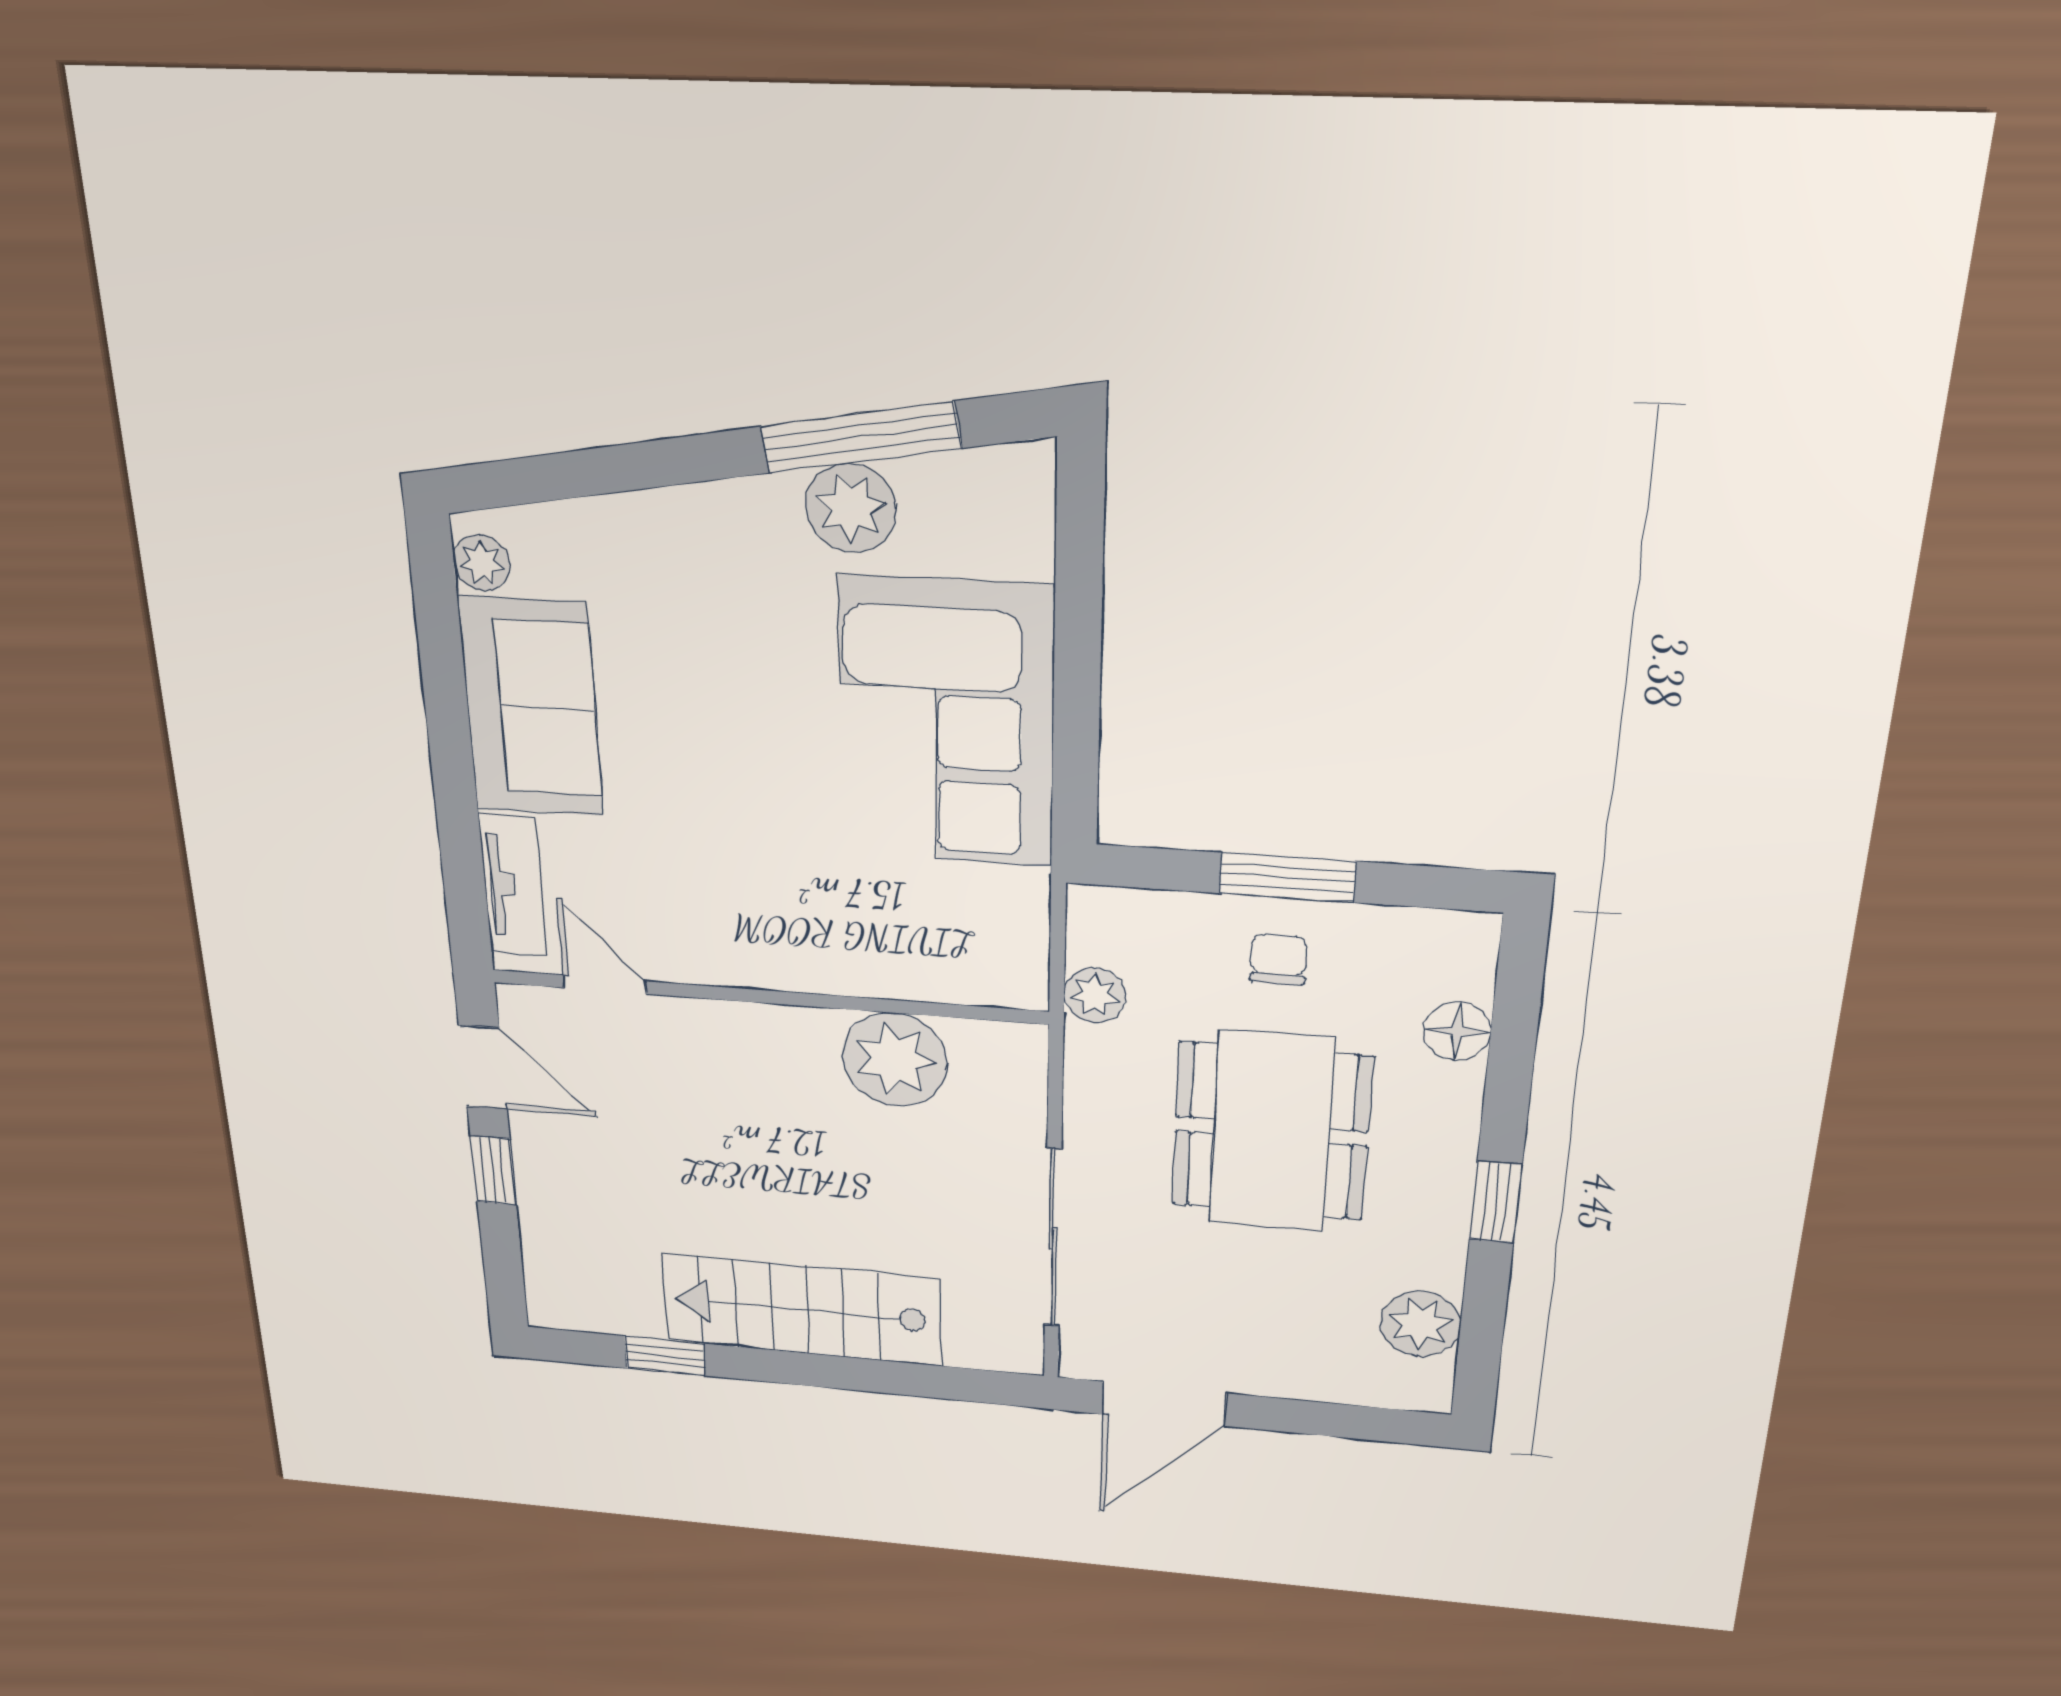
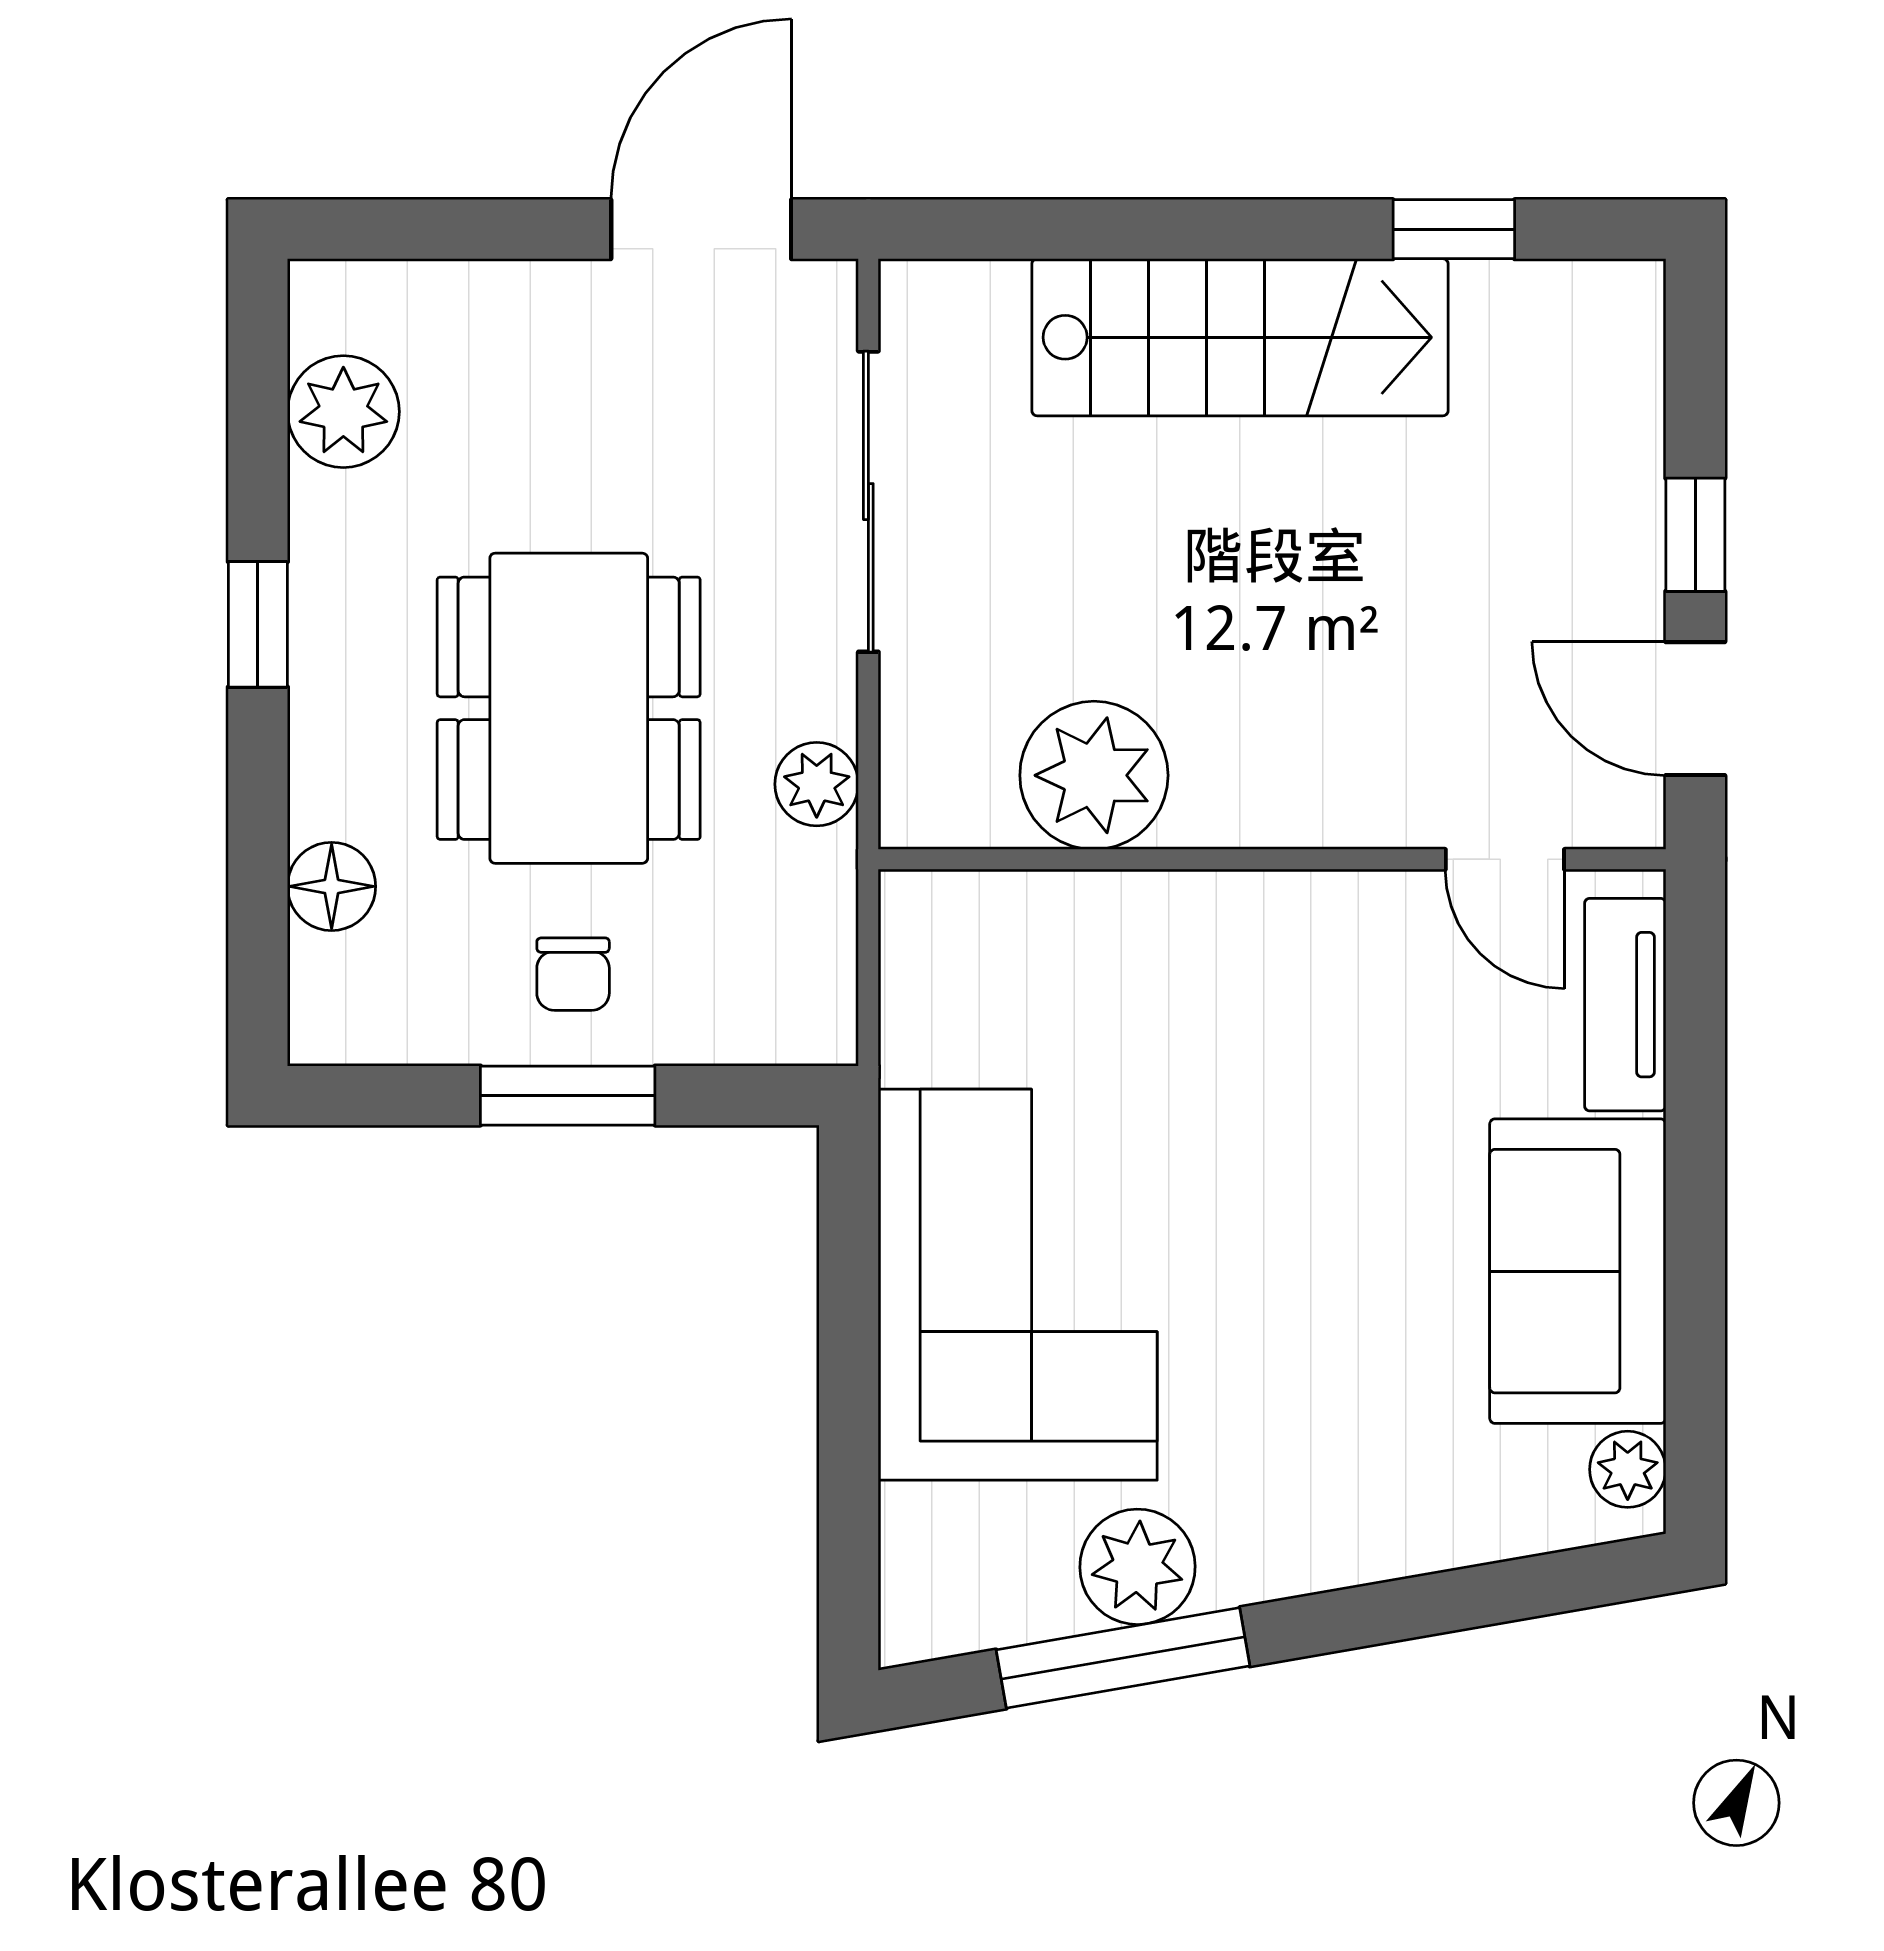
plant: (1095, 995) -> (817, 784), moved

